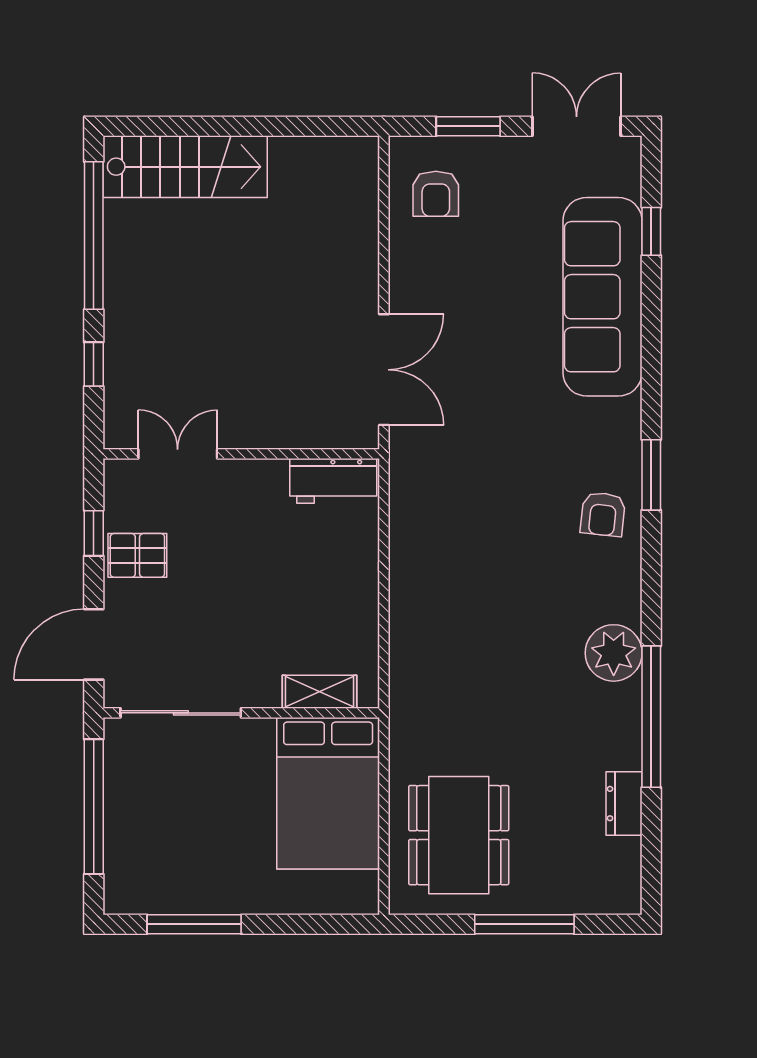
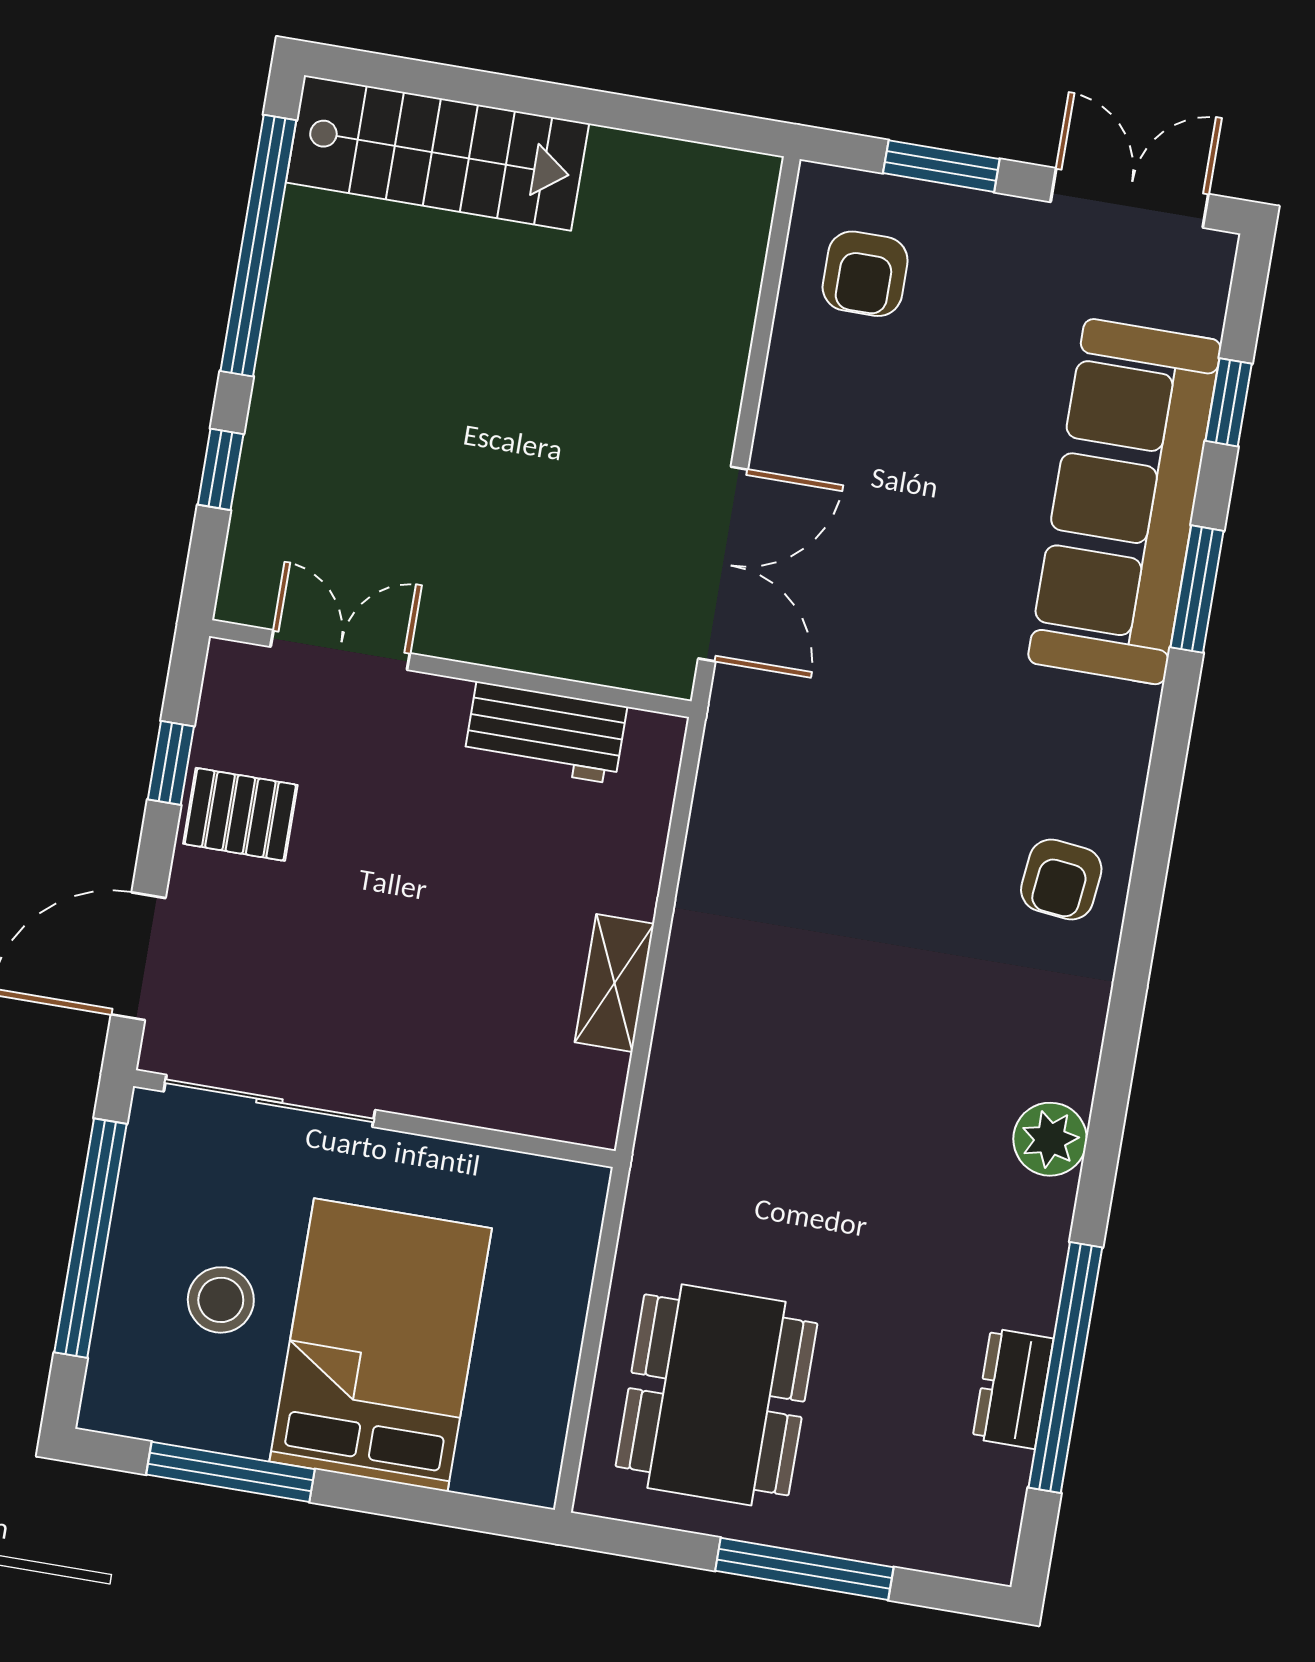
window: (651, 475) -> (1197, 589), moved
workbench: (333, 481) -> (546, 733), moved
plant: (614, 653) -> (1050, 1139), width x0.73, depth x0.73
shelving: (319, 692) -> (614, 983), moved, turned 90
window: (651, 717) -> (1065, 1368), moved
bed: (328, 793) -> (381, 1345), moved, turned 180
stool: (172, 829) -> (221, 1300), added

